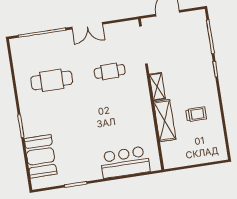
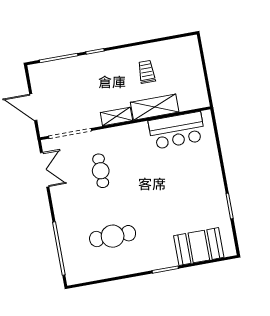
double door: (87, 26) -> (45, 170), moved
cafe table: (52, 80) -> (113, 236), turned 90
bar counter: (125, 162) -> (177, 130), moved, turned -90

